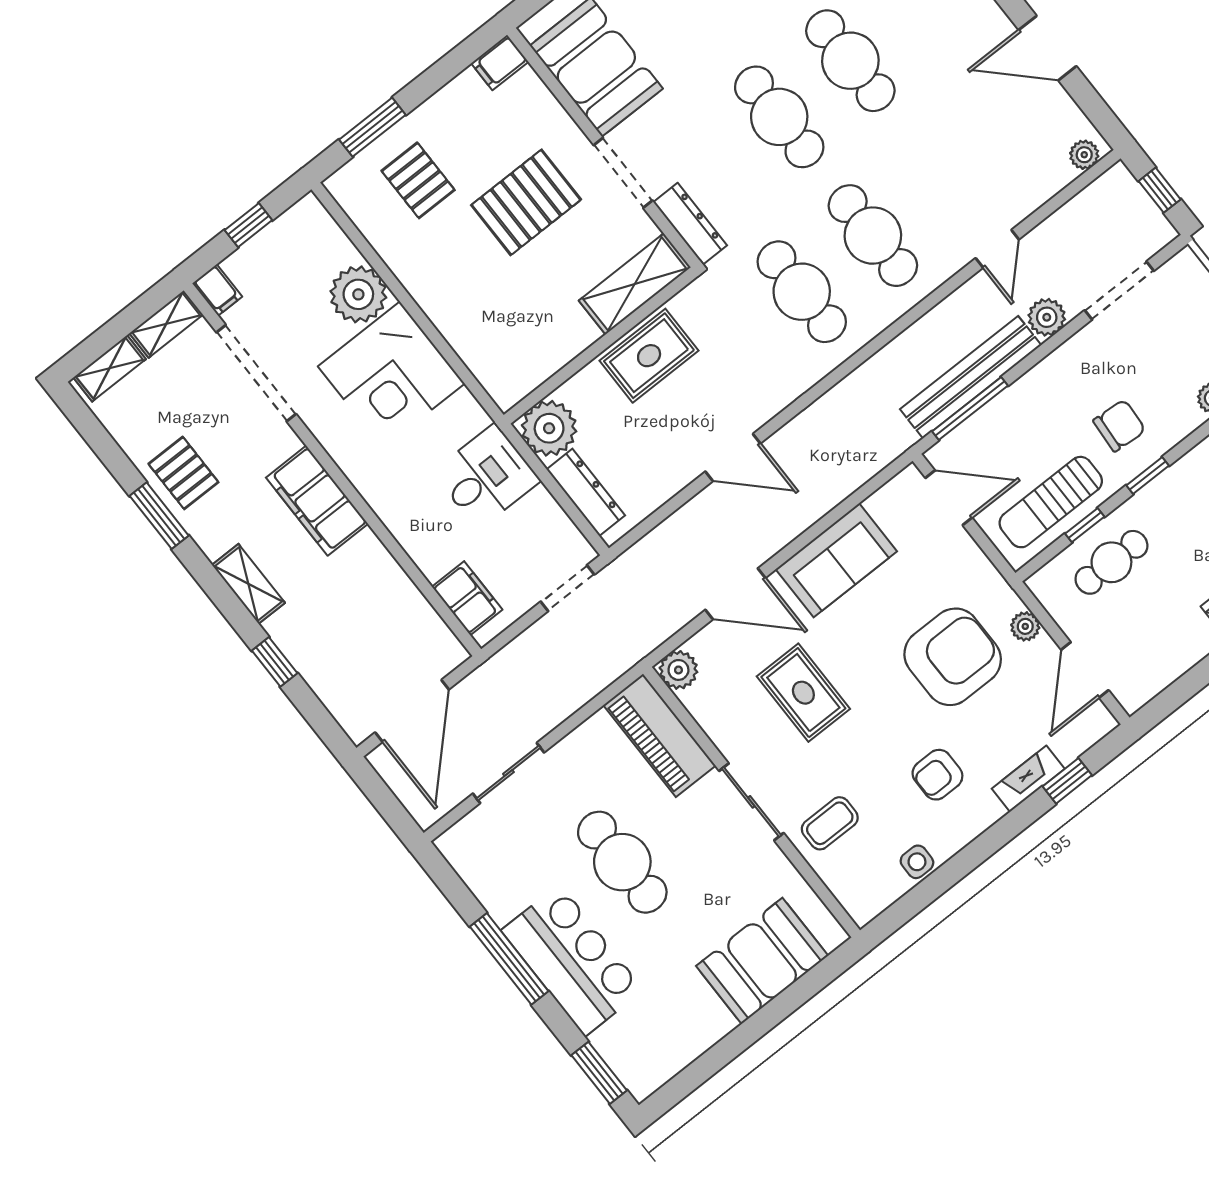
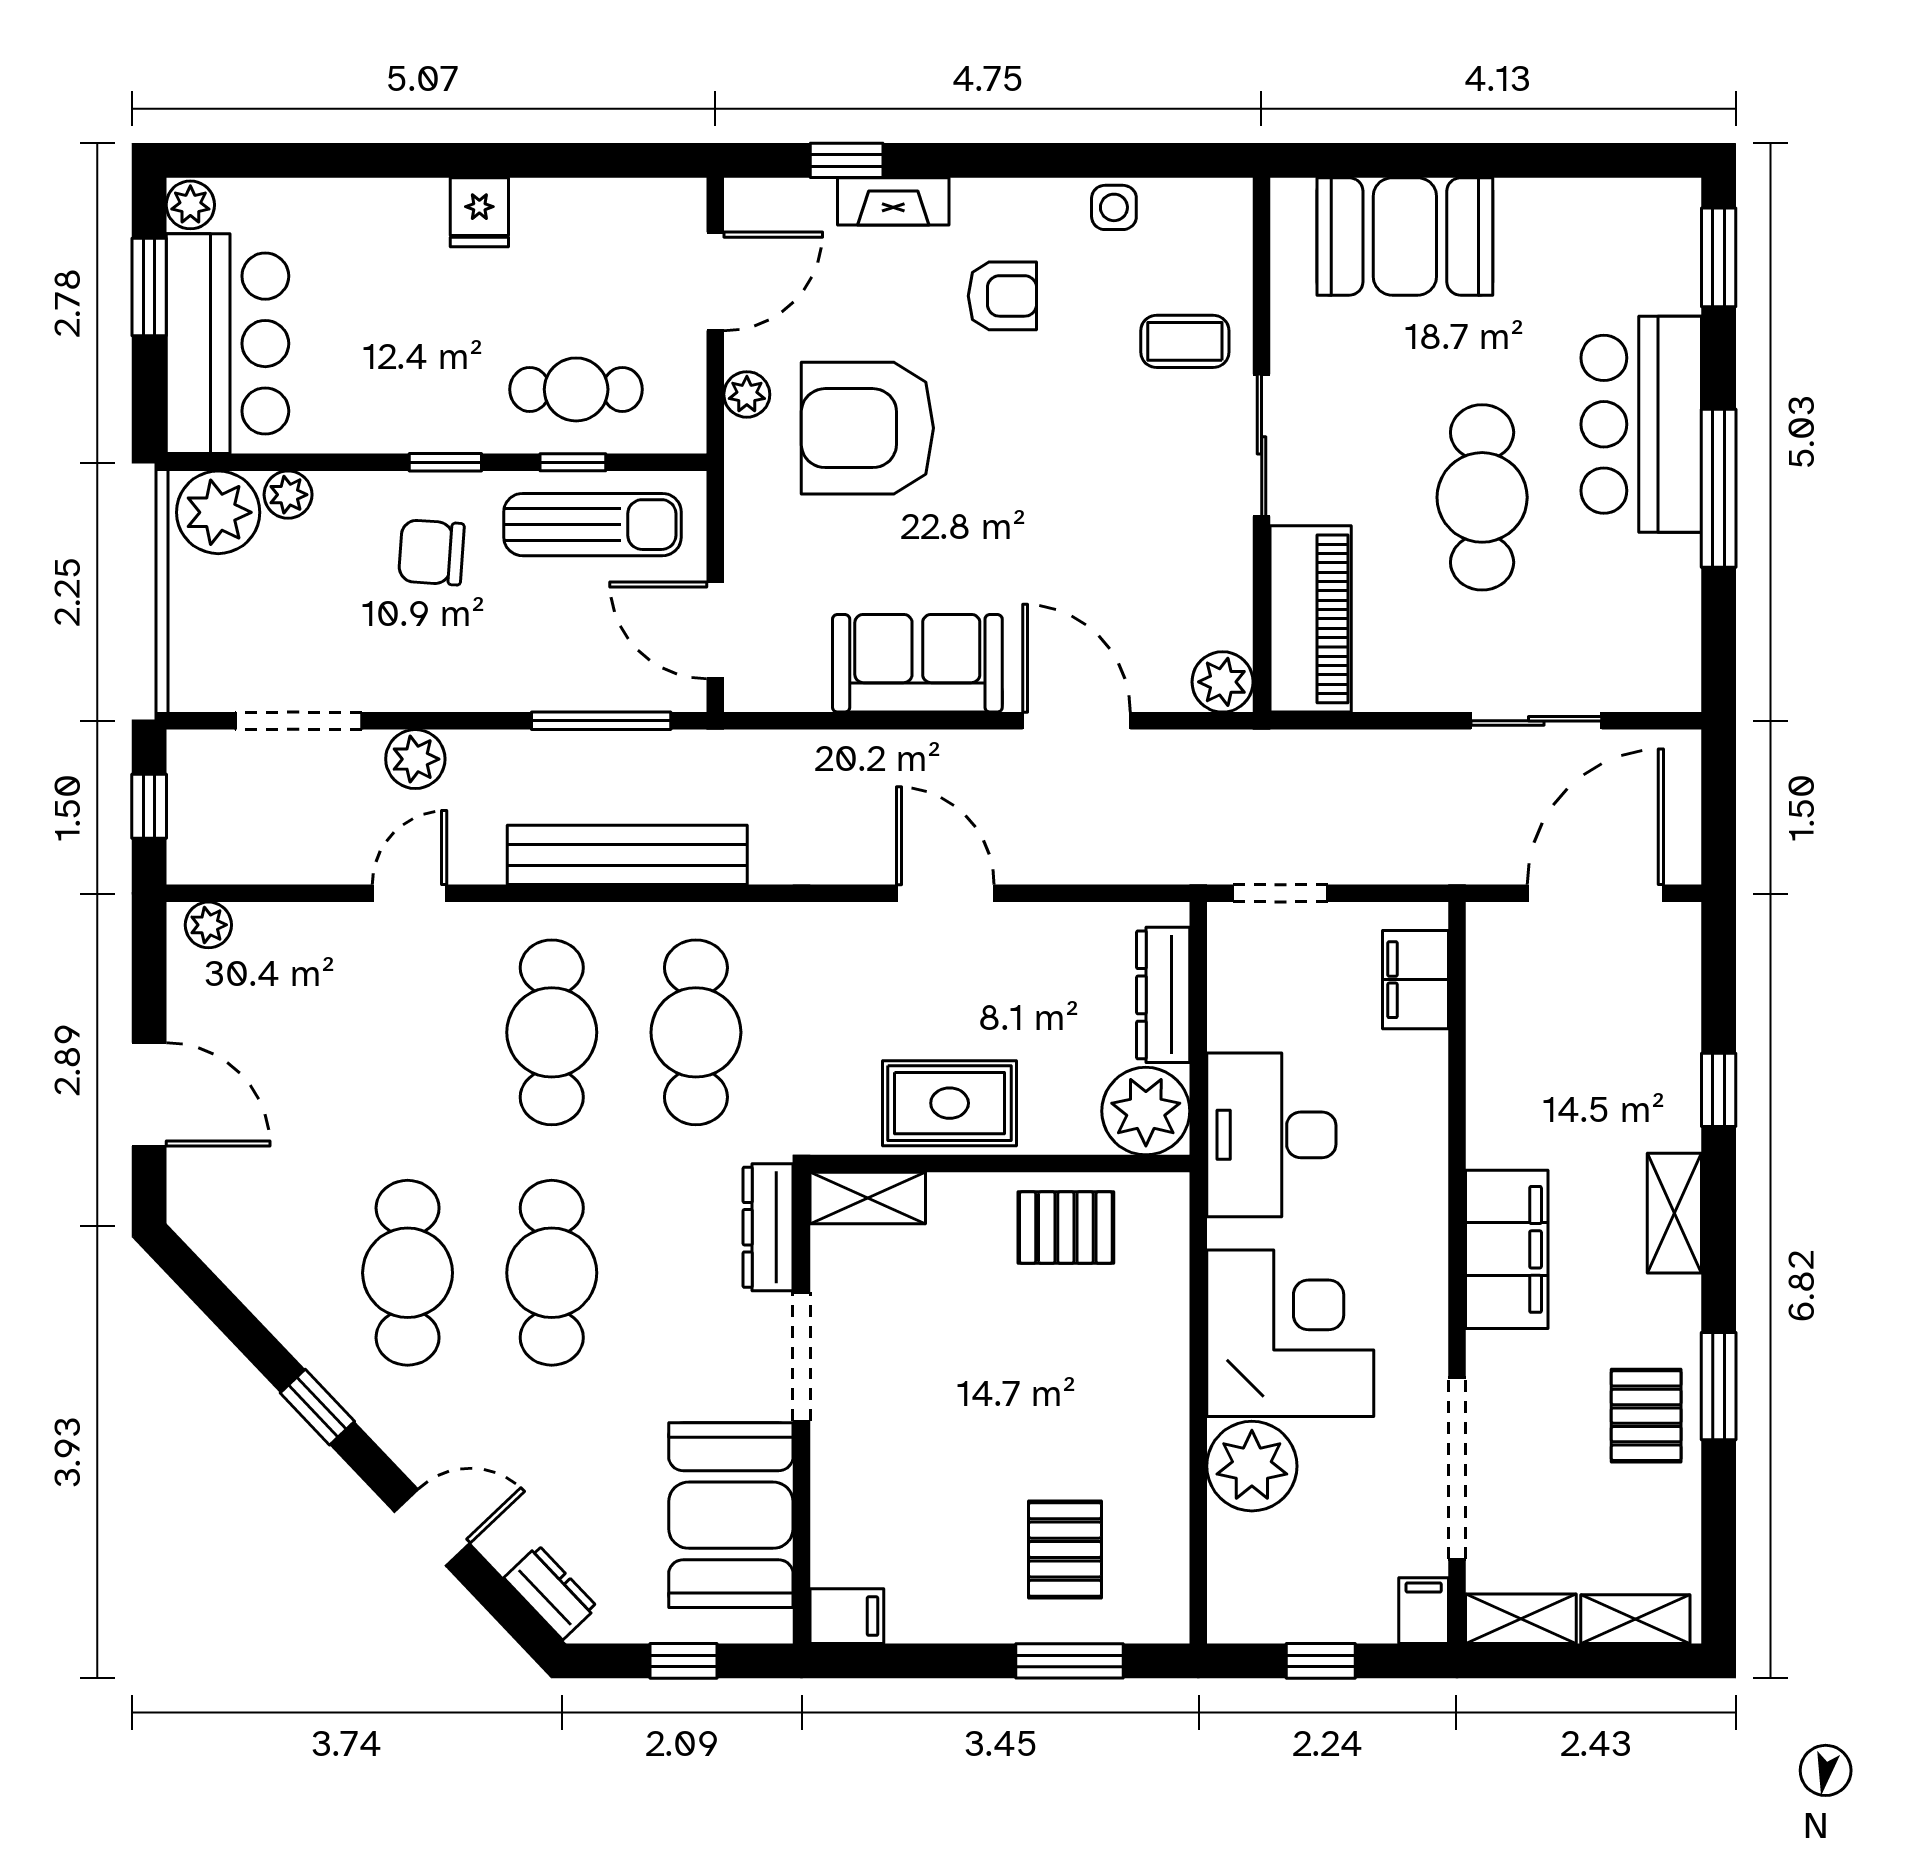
pallet: (526, 202) -> (1066, 1228), moved, width x0.67, depth x0.71
shelving: (635, 284) -> (868, 1198), width x0.67, depth x0.75
bench: (971, 377) -> (627, 855), moved
desk: (487, 476) -> (1271, 1135), width x1.37
rug: (803, 693) -> (1089, 530), removed

